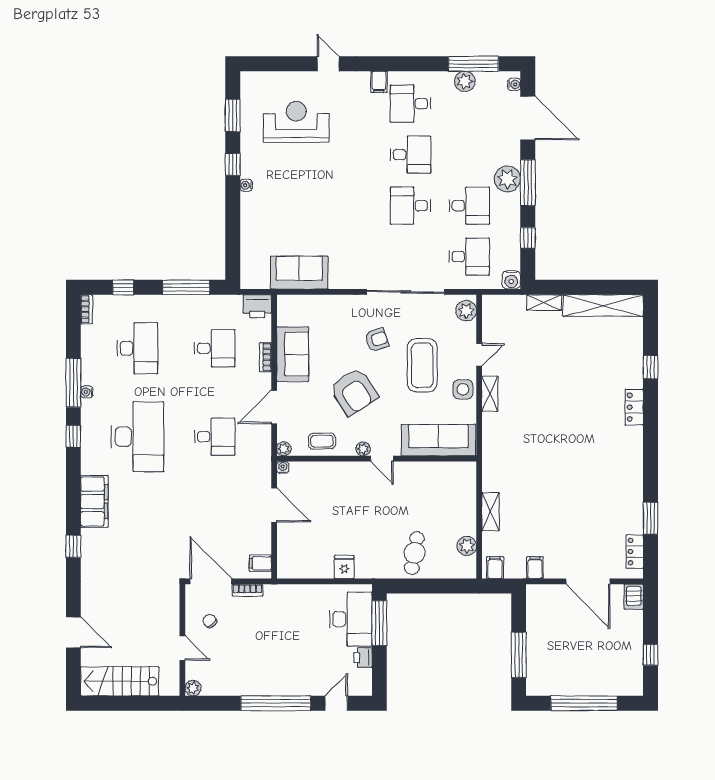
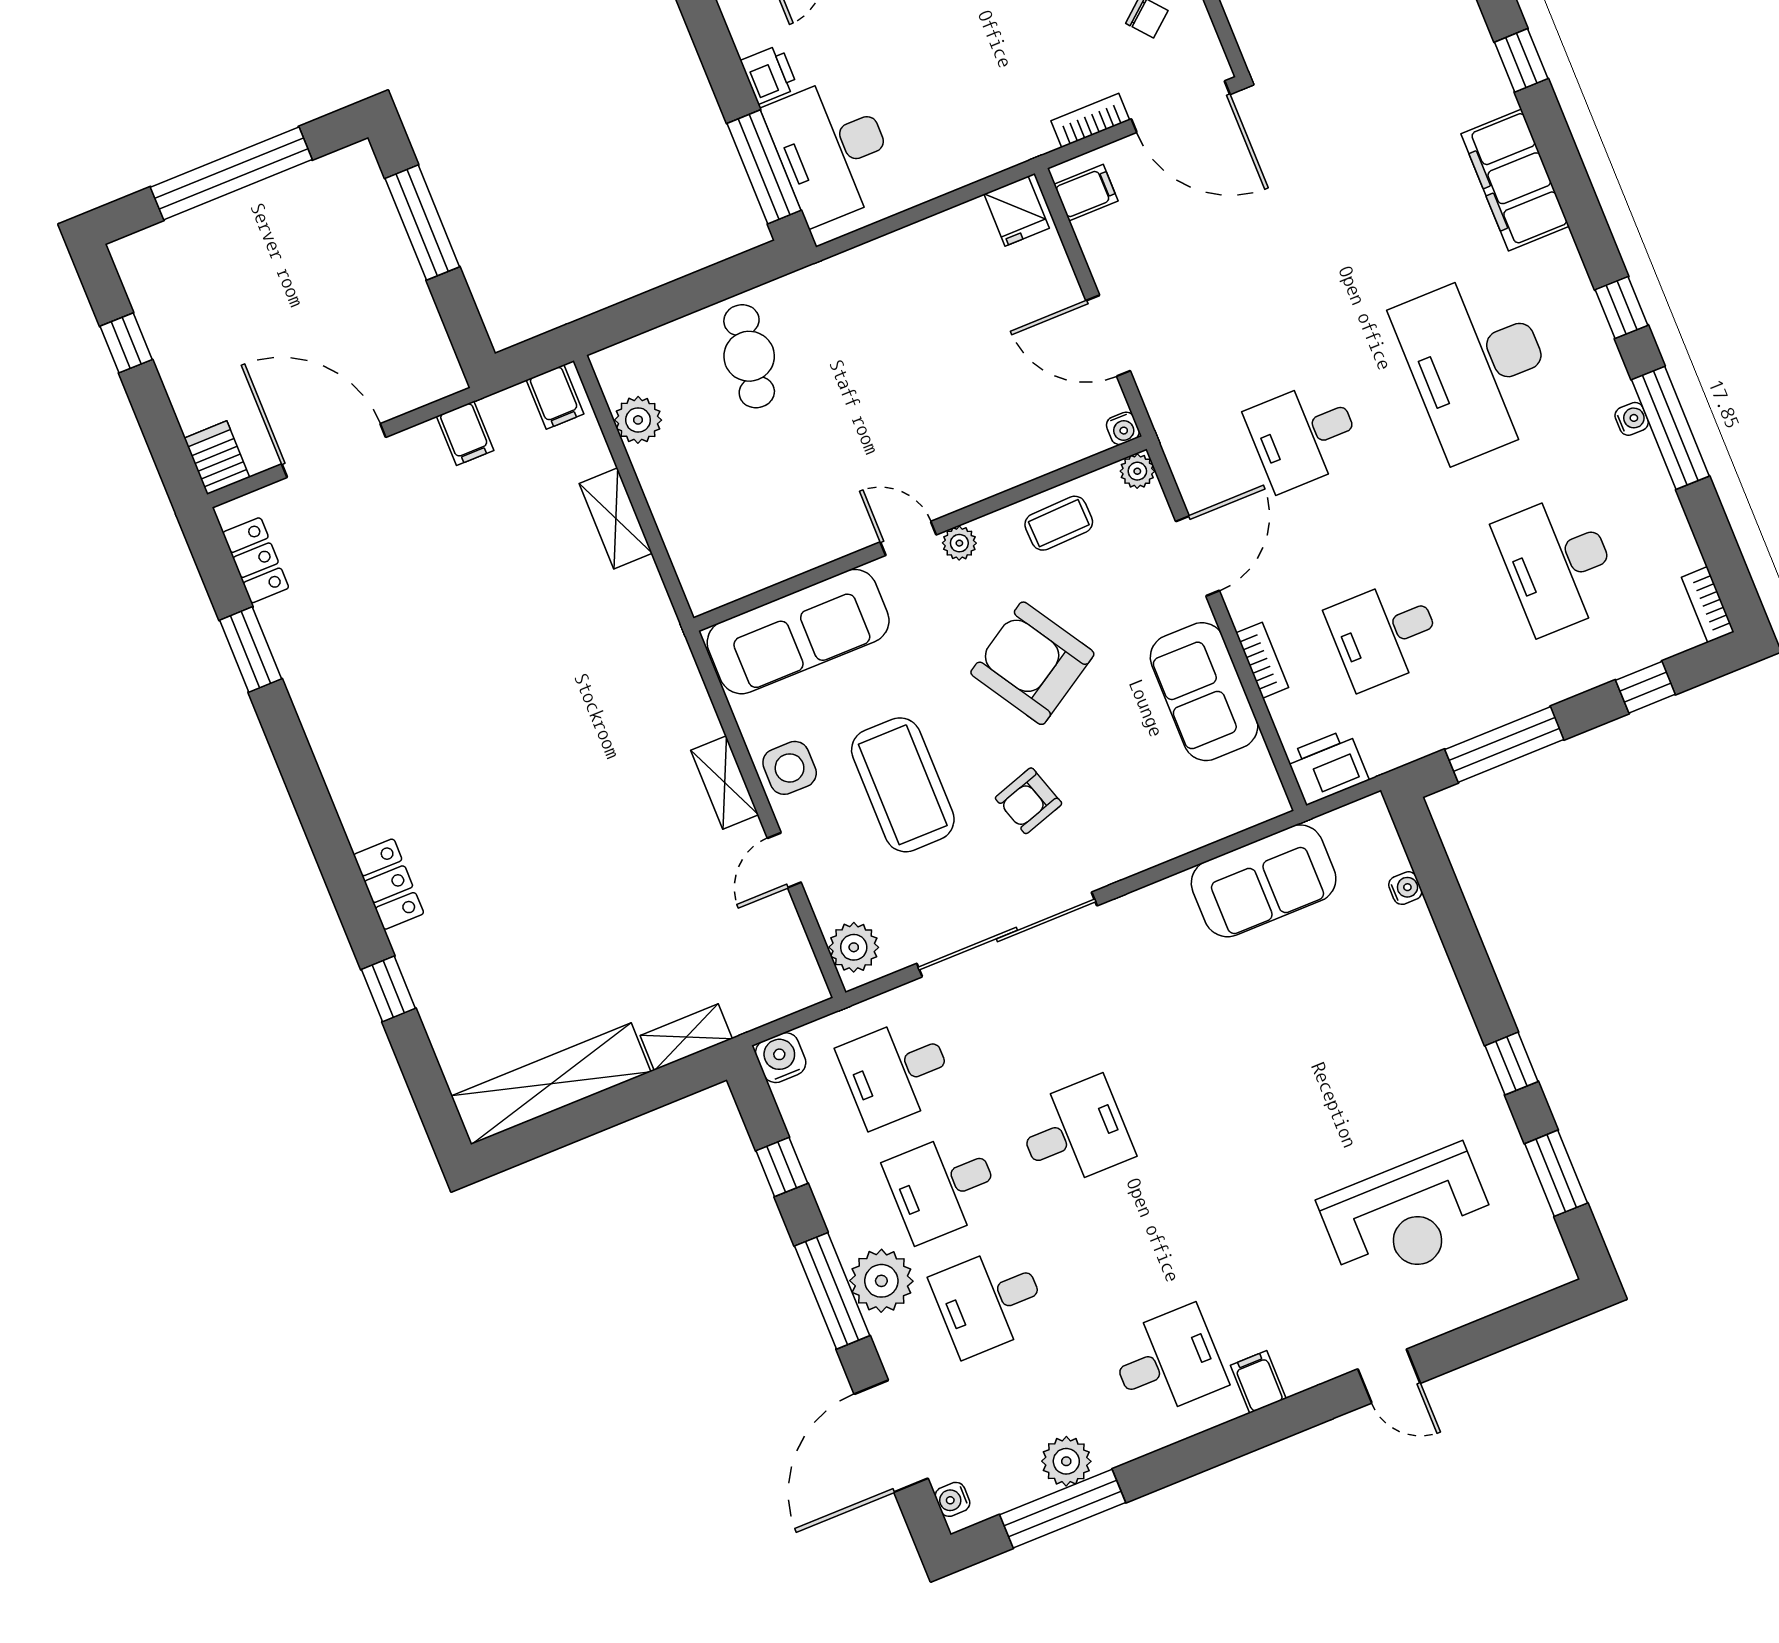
door: (528, 118) -> (891, 1436), hinge flipped
desk: (410, 155) -> (989, 1301), moved
water cooler: (246, 185) -> (1405, 888), moved
fridge: (344, 567) -> (1017, 211), moved

